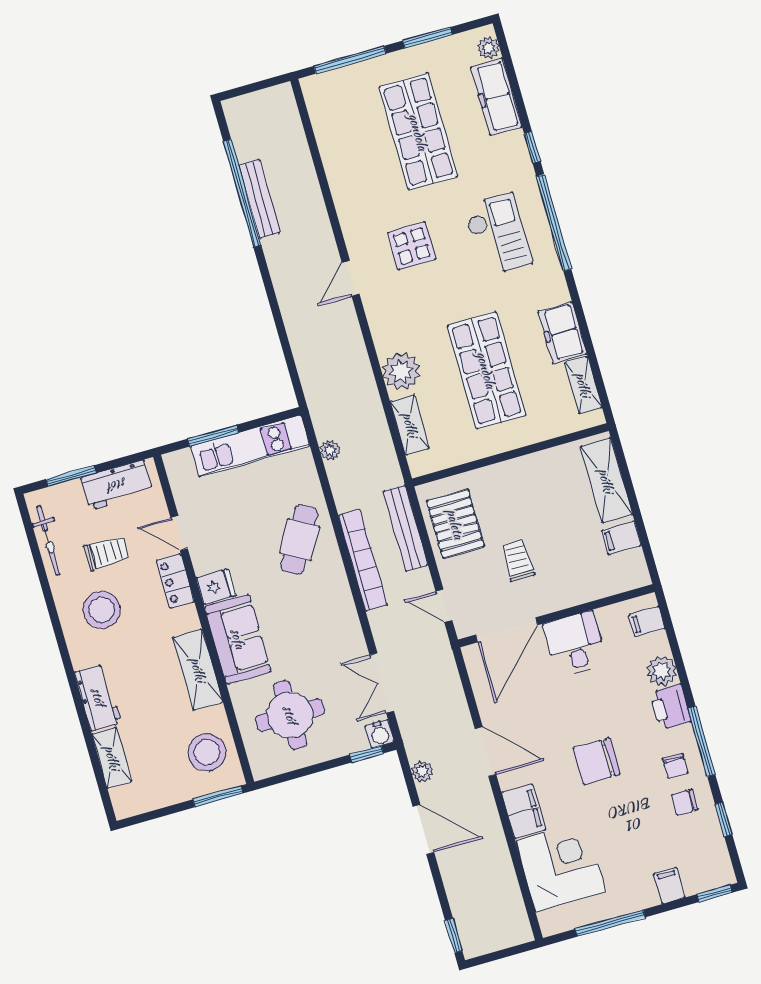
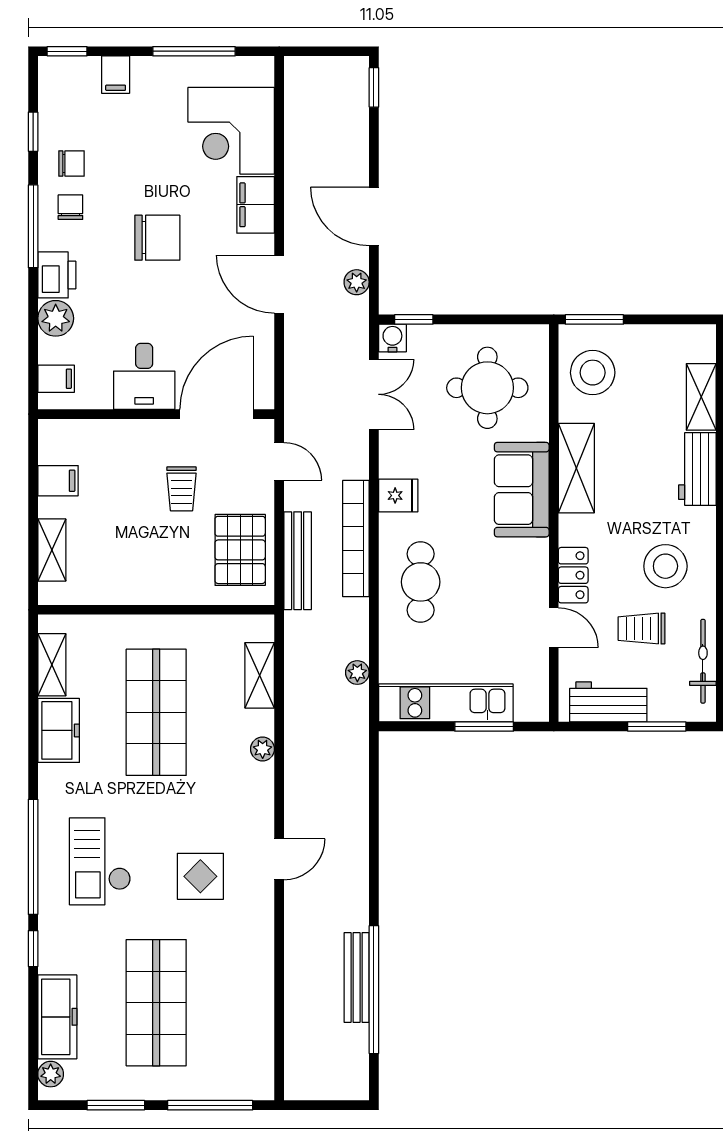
plant: (401, 371) -> (263, 749), width x0.53, depth x0.53
shelving: (606, 481) -> (52, 550), width x0.67, depth x0.75
cafe table: (299, 540) -> (421, 582), turned -30
fridge: (216, 587) -> (398, 495), moved, turned 180

